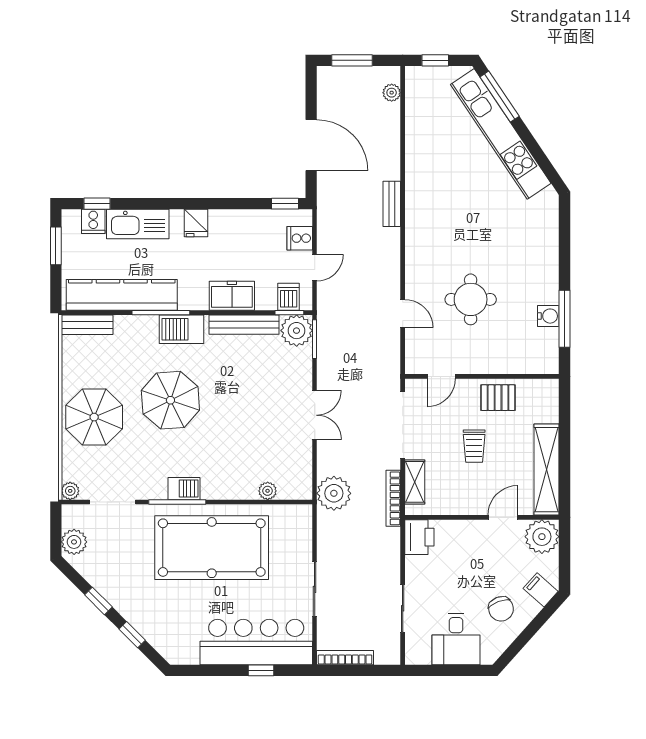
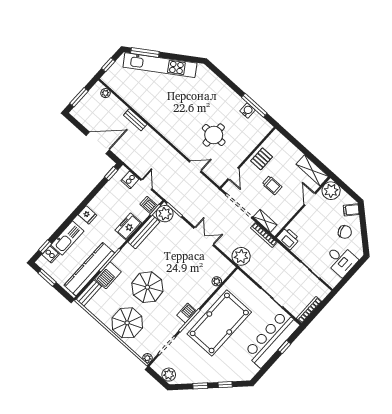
bench: (392, 204) -> (135, 120), moved
barbecue: (182, 329) -> (108, 275), moved
shelving: (547, 470) -> (312, 170), width x0.68

